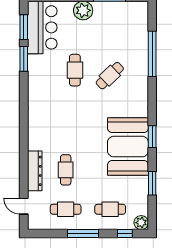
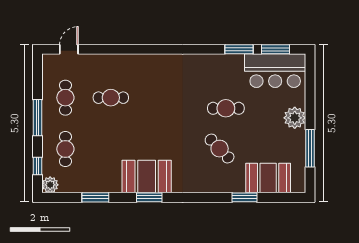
booth: (135, 34) -> (268, 178), added
window: (152, 54) -> (245, 197), width x0.47
booth: (128, 147) -> (147, 176), width x0.73, depth x0.70
dresser: (35, 171) -> (110, 62), removed

